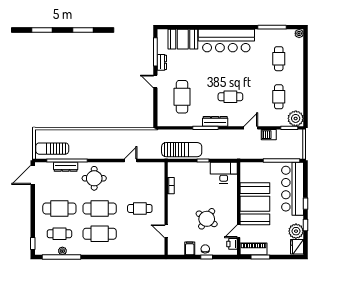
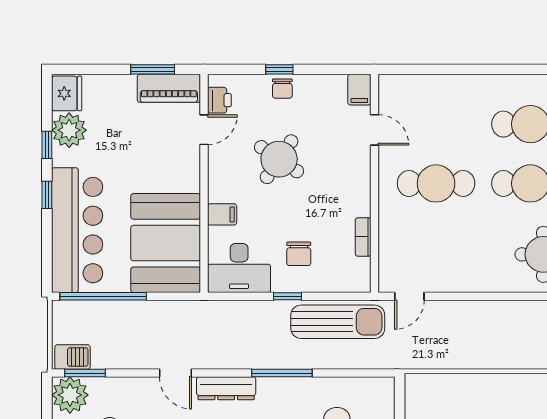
dresser: (215, 121) -> (226, 388), moved
door: (251, 128) -> (175, 373), hinge flipped
barbecue: (269, 135) -> (72, 357), moved
sun lounger: (182, 150) -> (338, 322), turned 180
door: (131, 160) -> (409, 296), moved
chair: (198, 179) -> (299, 254), added
filing cabinet: (231, 195) -> (222, 214), added
booth: (255, 204) -> (166, 243), moved
cafe table: (140, 208) -> (436, 183), width x1.37, depth x1.35
filing cabinet: (190, 248) -> (359, 90), moved

